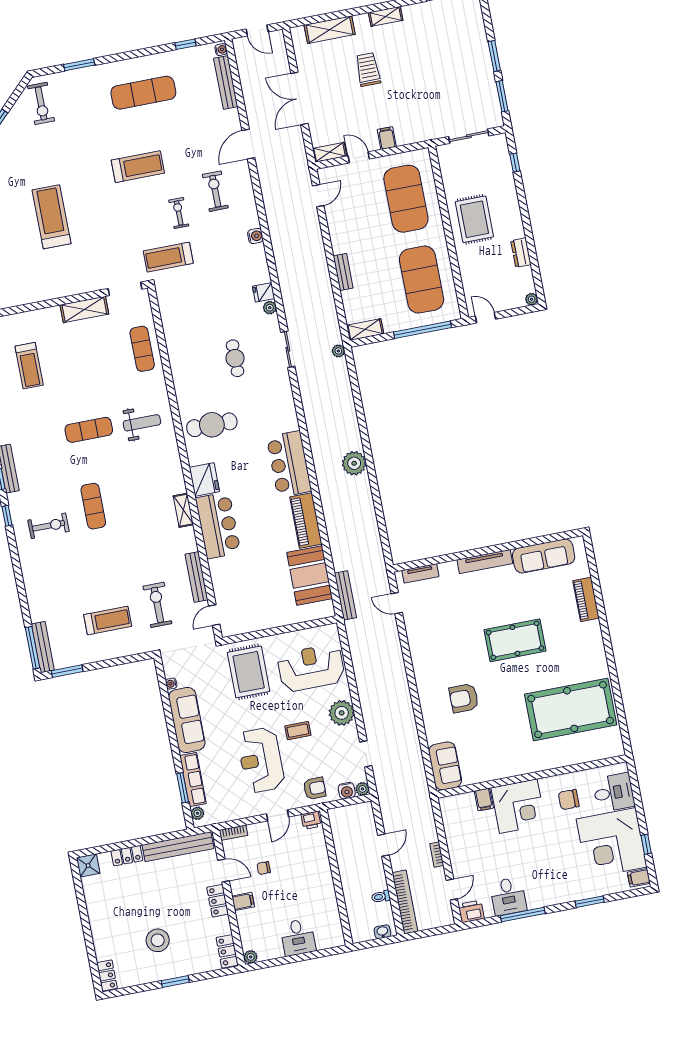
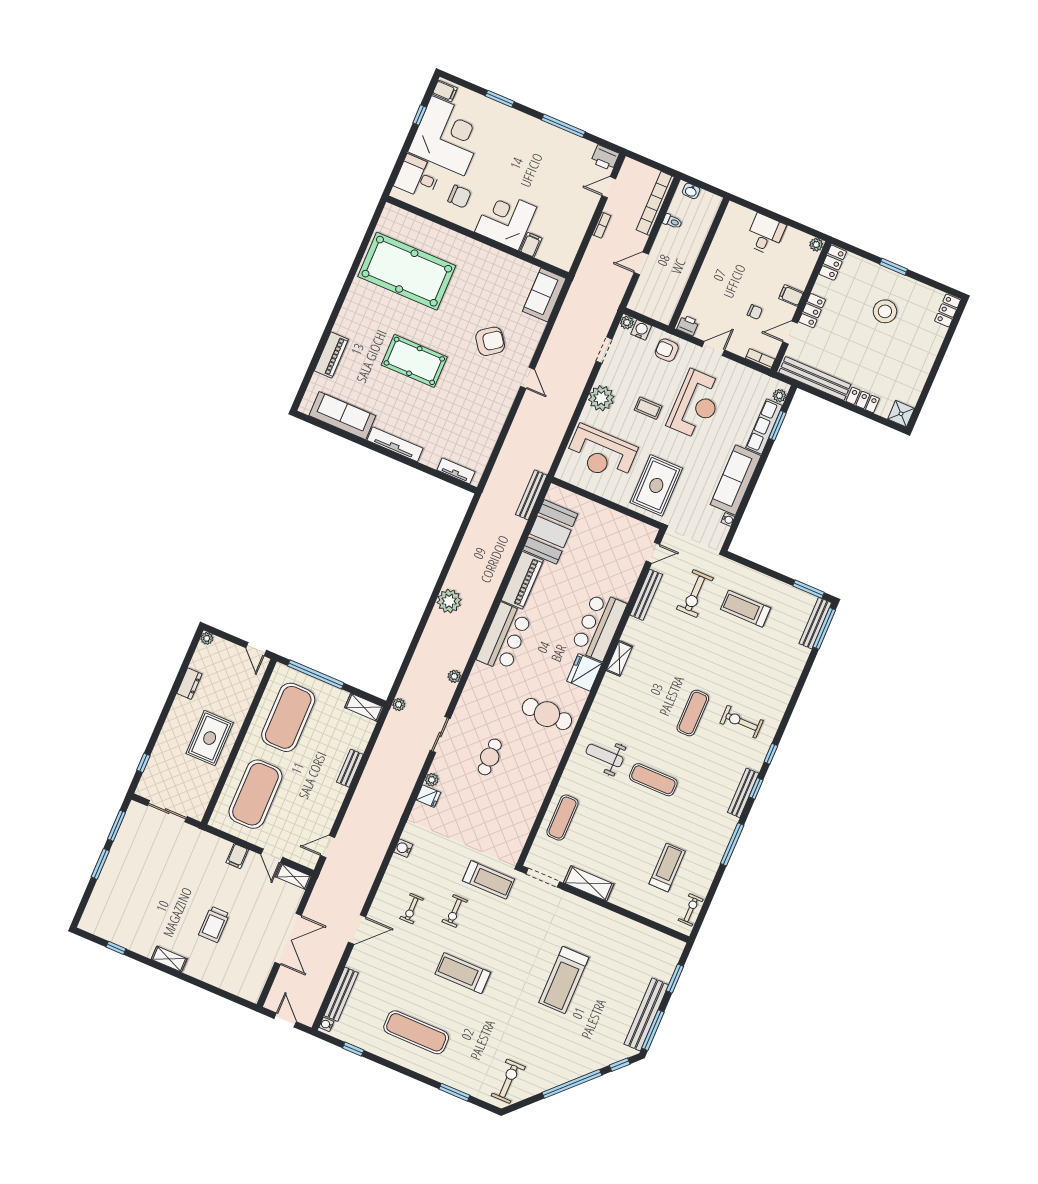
shelving: (330, 30) -> (224, 980), removed
exercise bike: (215, 191) -> (412, 909), width x0.73, depth x0.72
plant: (308, 405) -> (454, 676), added
door: (397, 603) -> (527, 378), moved
armchair: (464, 698) -> (490, 341), turned -36
door: (224, 871) -> (790, 333), hinge flipped
desk: (508, 896) -> (565, 150), removed

